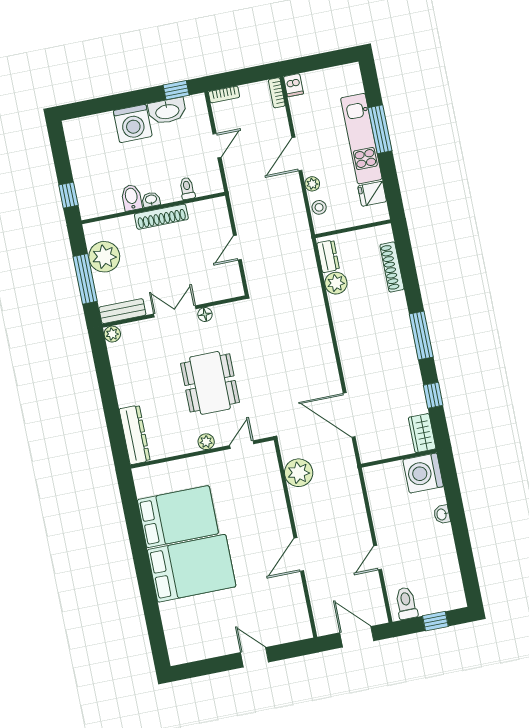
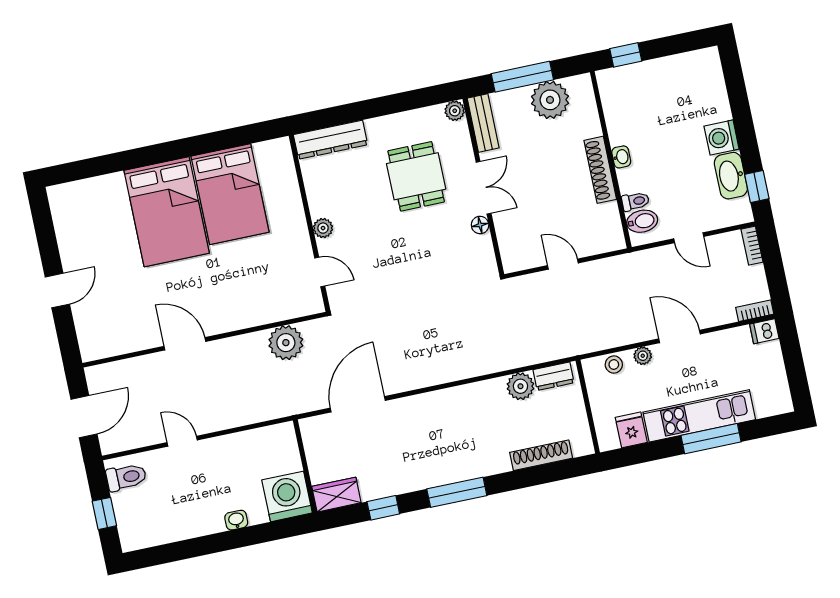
washing machine: (133, 123) -> (722, 138), width x0.73, depth x0.73
bidet: (132, 198) -> (642, 221), moved
dining table: (210, 383) -> (416, 176), moved, width x0.73

